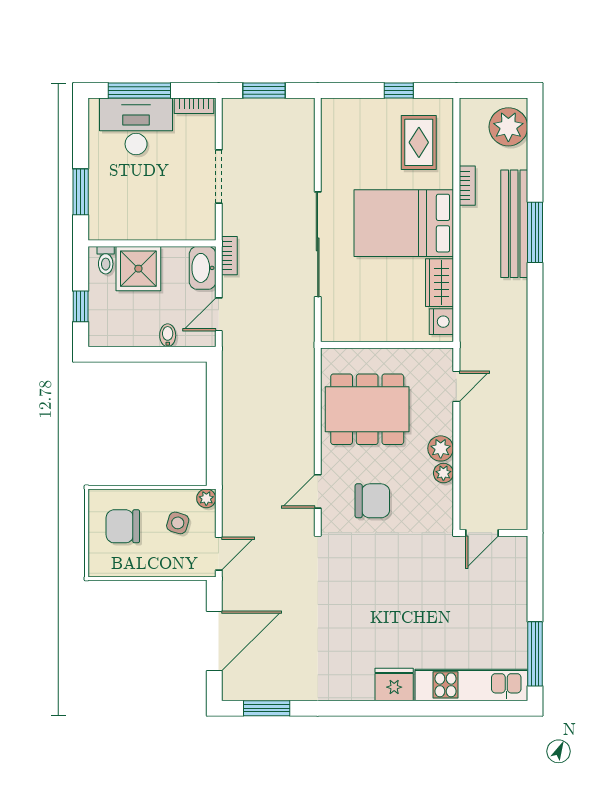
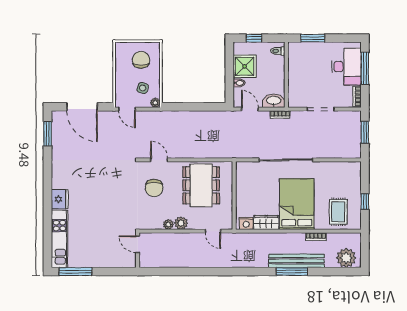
rug: (419, 142) -> (338, 212), turned 90
shower: (138, 269) -> (245, 66), moved

